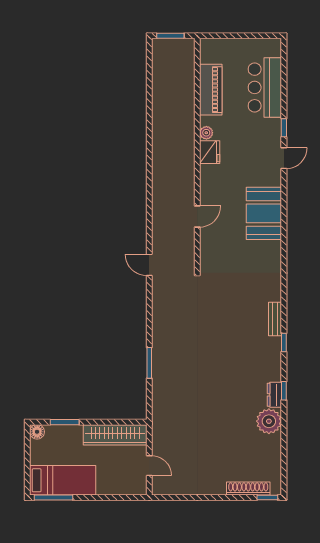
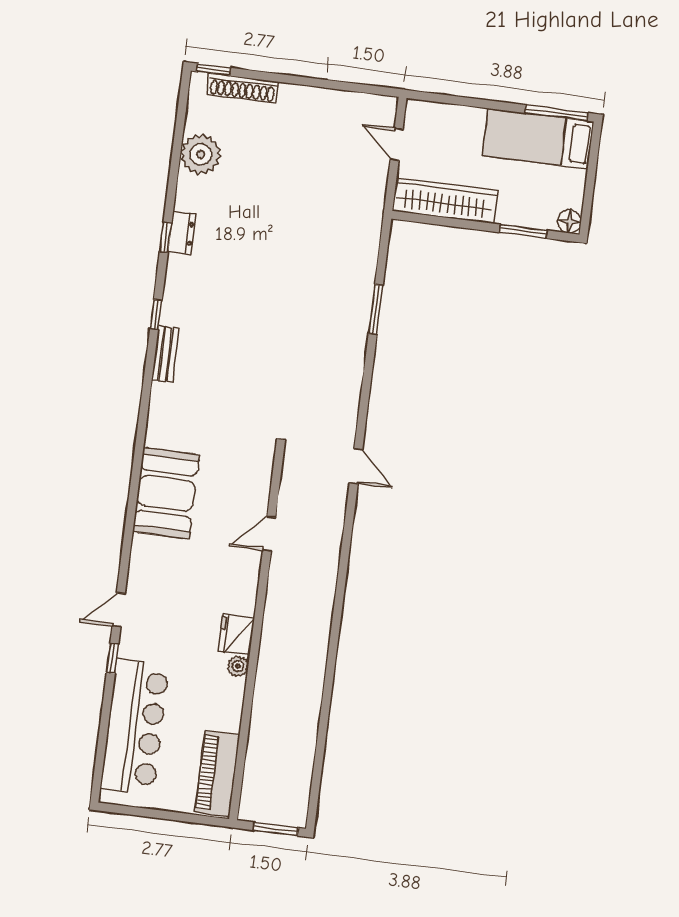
bar counter: (265, 87) -> (135, 727), width x1.36
piano: (211, 90) -> (217, 774), moved
booth: (264, 213) -> (166, 493), moved
plant: (269, 421) -> (201, 154), moved

